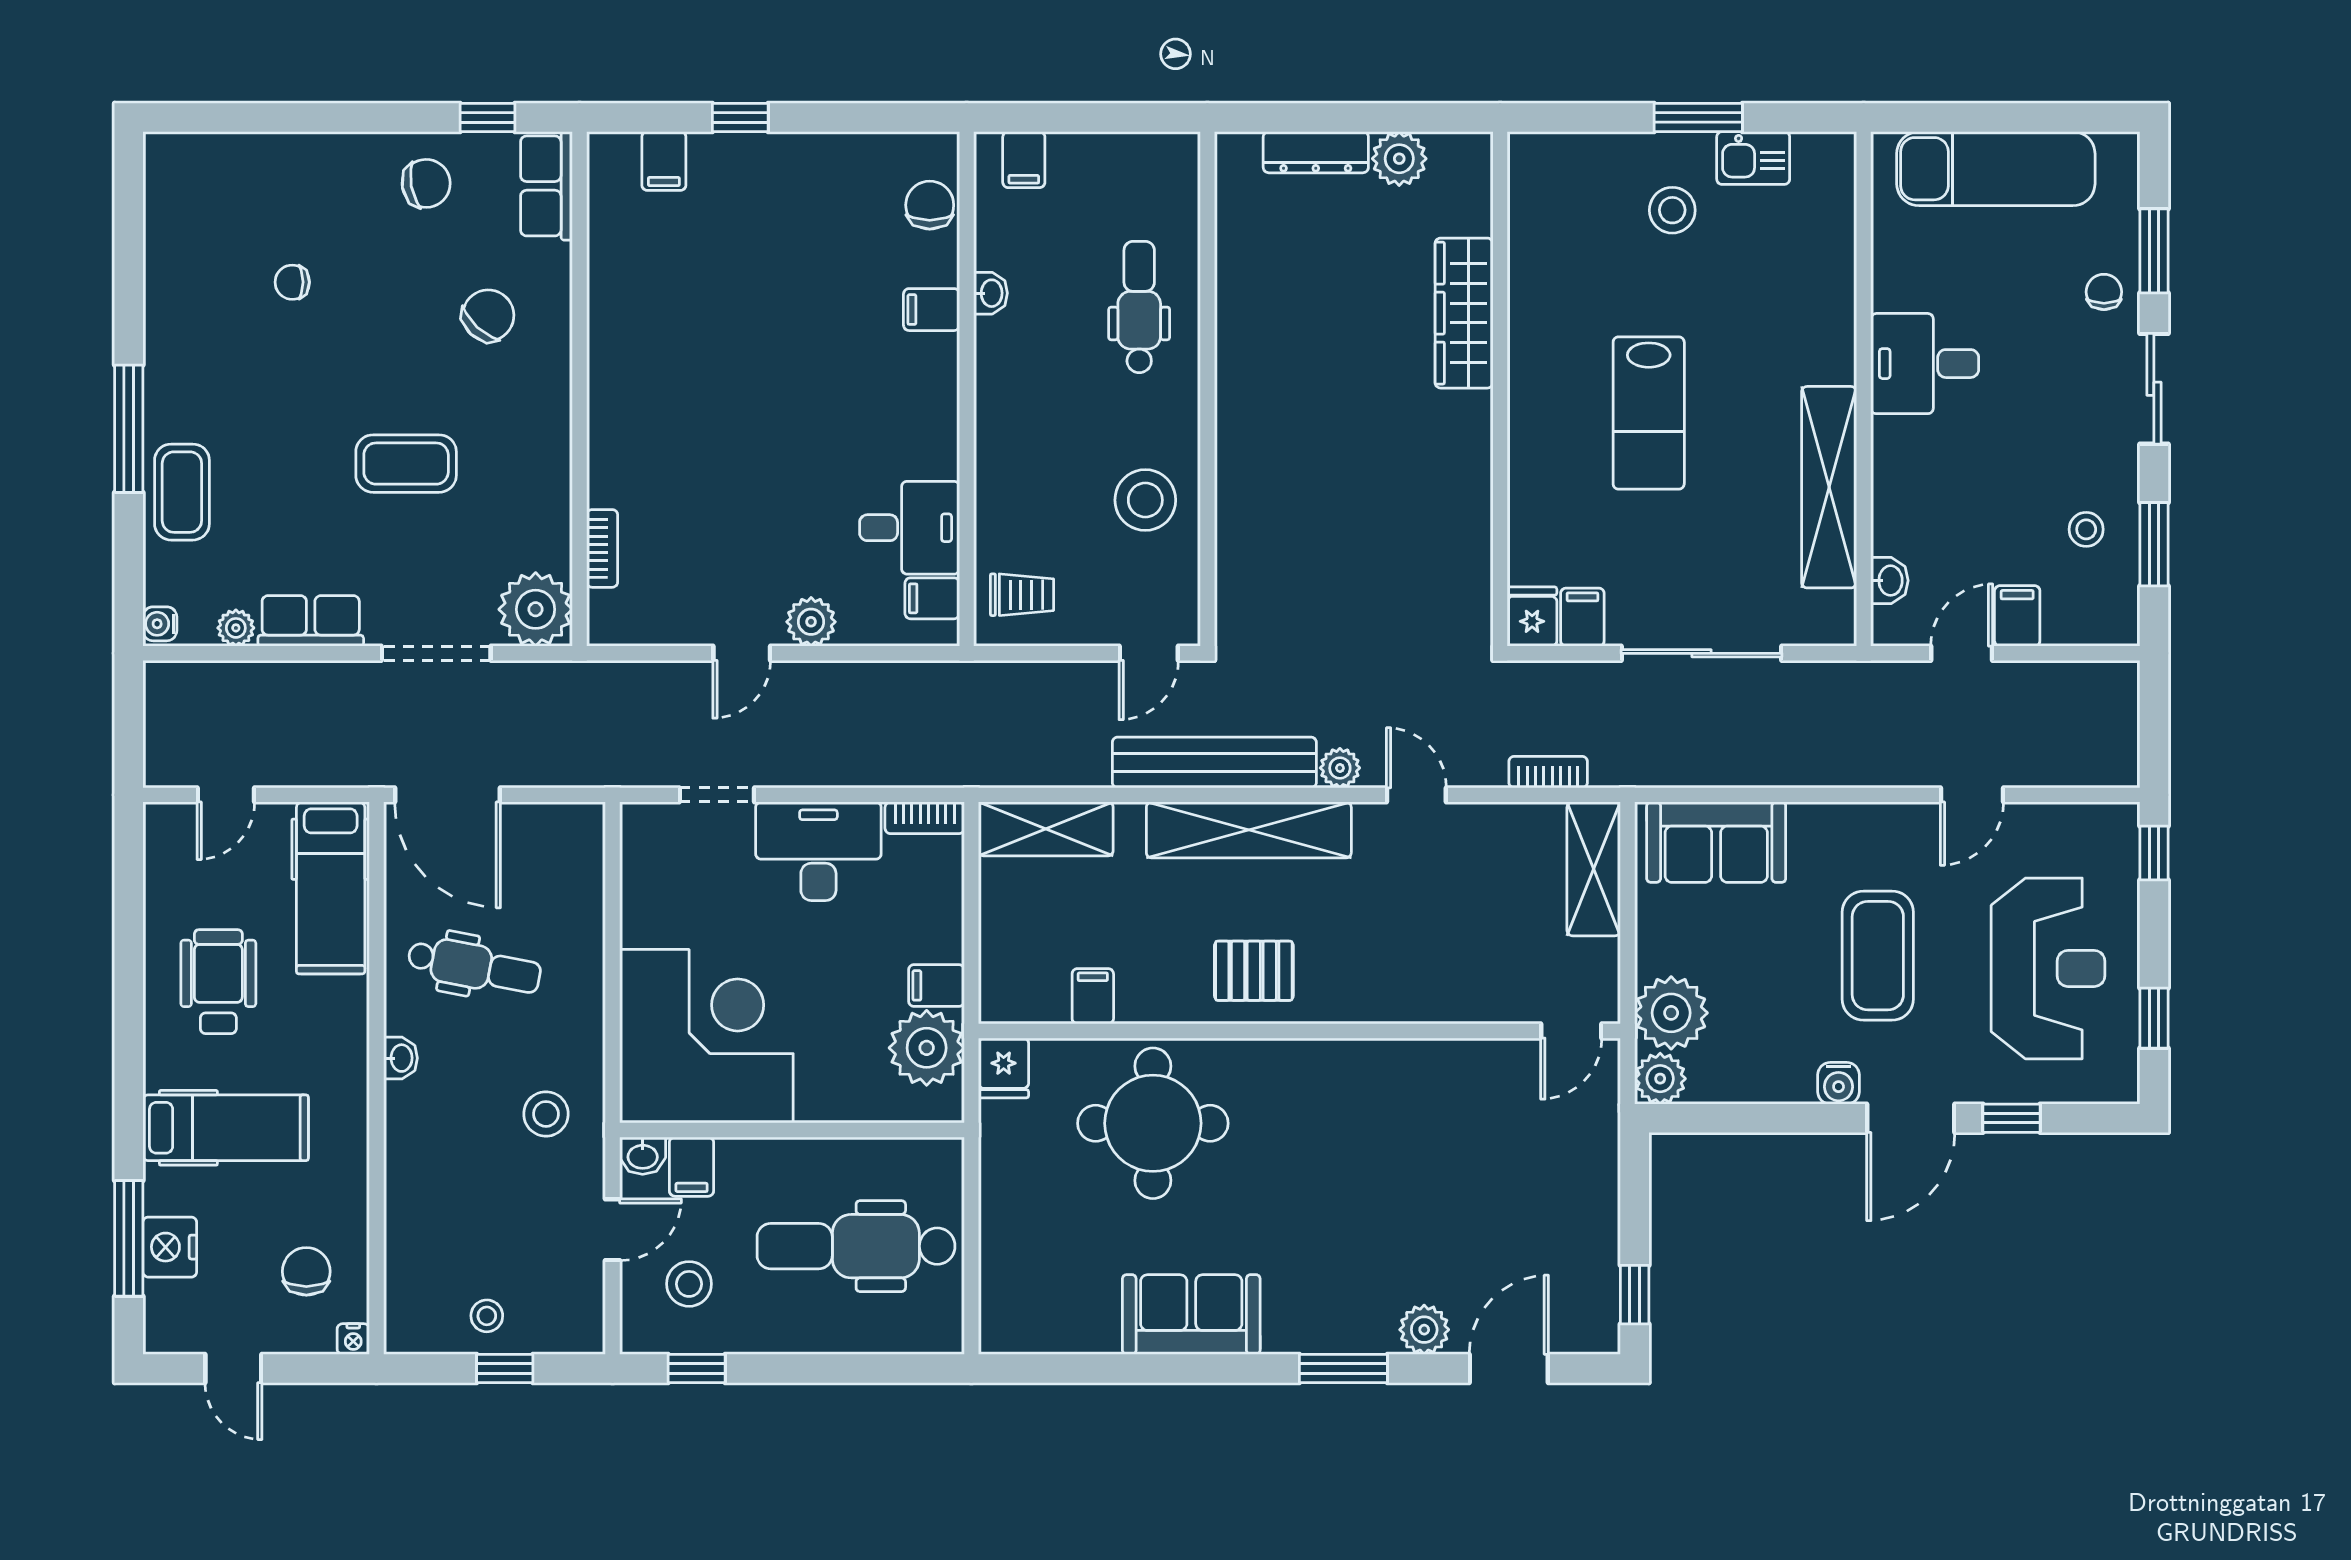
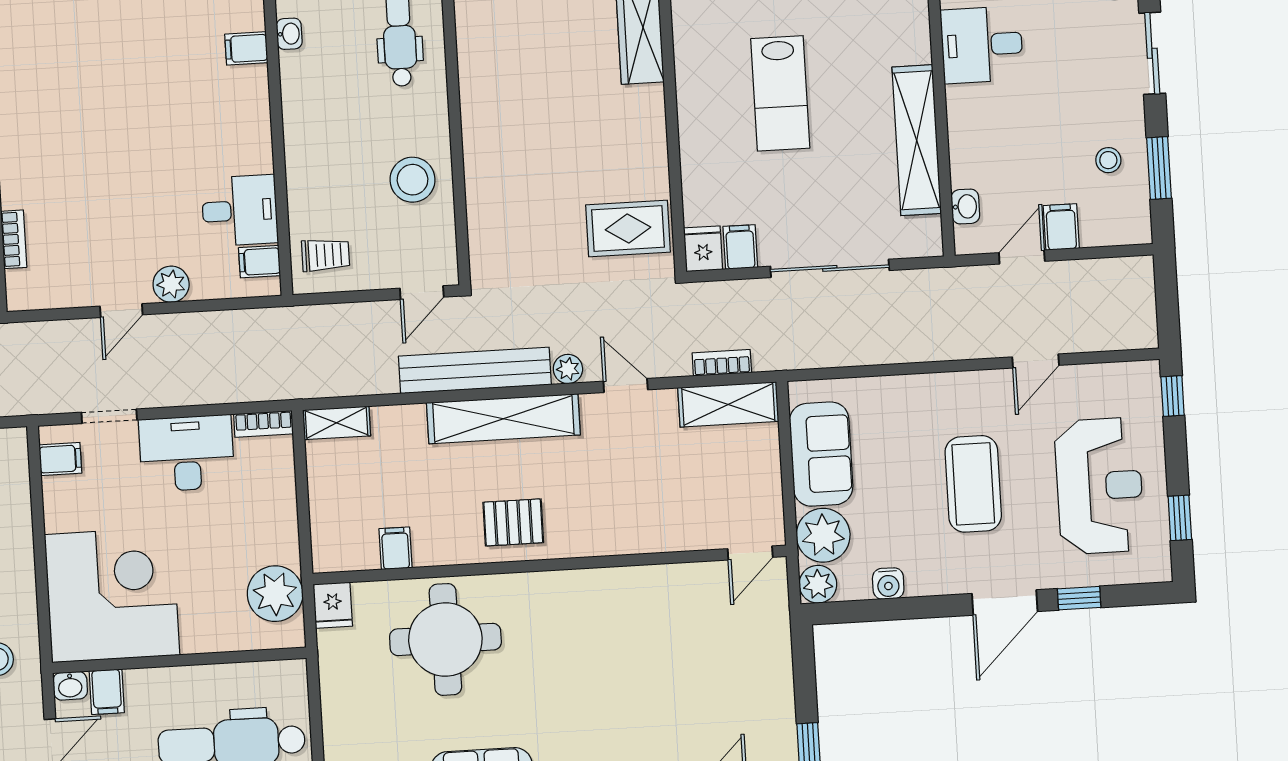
rug: (1432, 583) -> (628, 228), added
shelving: (1046, 829) -> (337, 423), width x0.67, depth x0.75
sofa: (1716, 842) -> (821, 454), moved, turned -90
shelving: (1594, 869) -> (728, 404), moved, turned 90
filing cabinet: (936, 985) -> (60, 459), moved, turned 180
water cooler: (1839, 1083) -> (888, 584), moved

